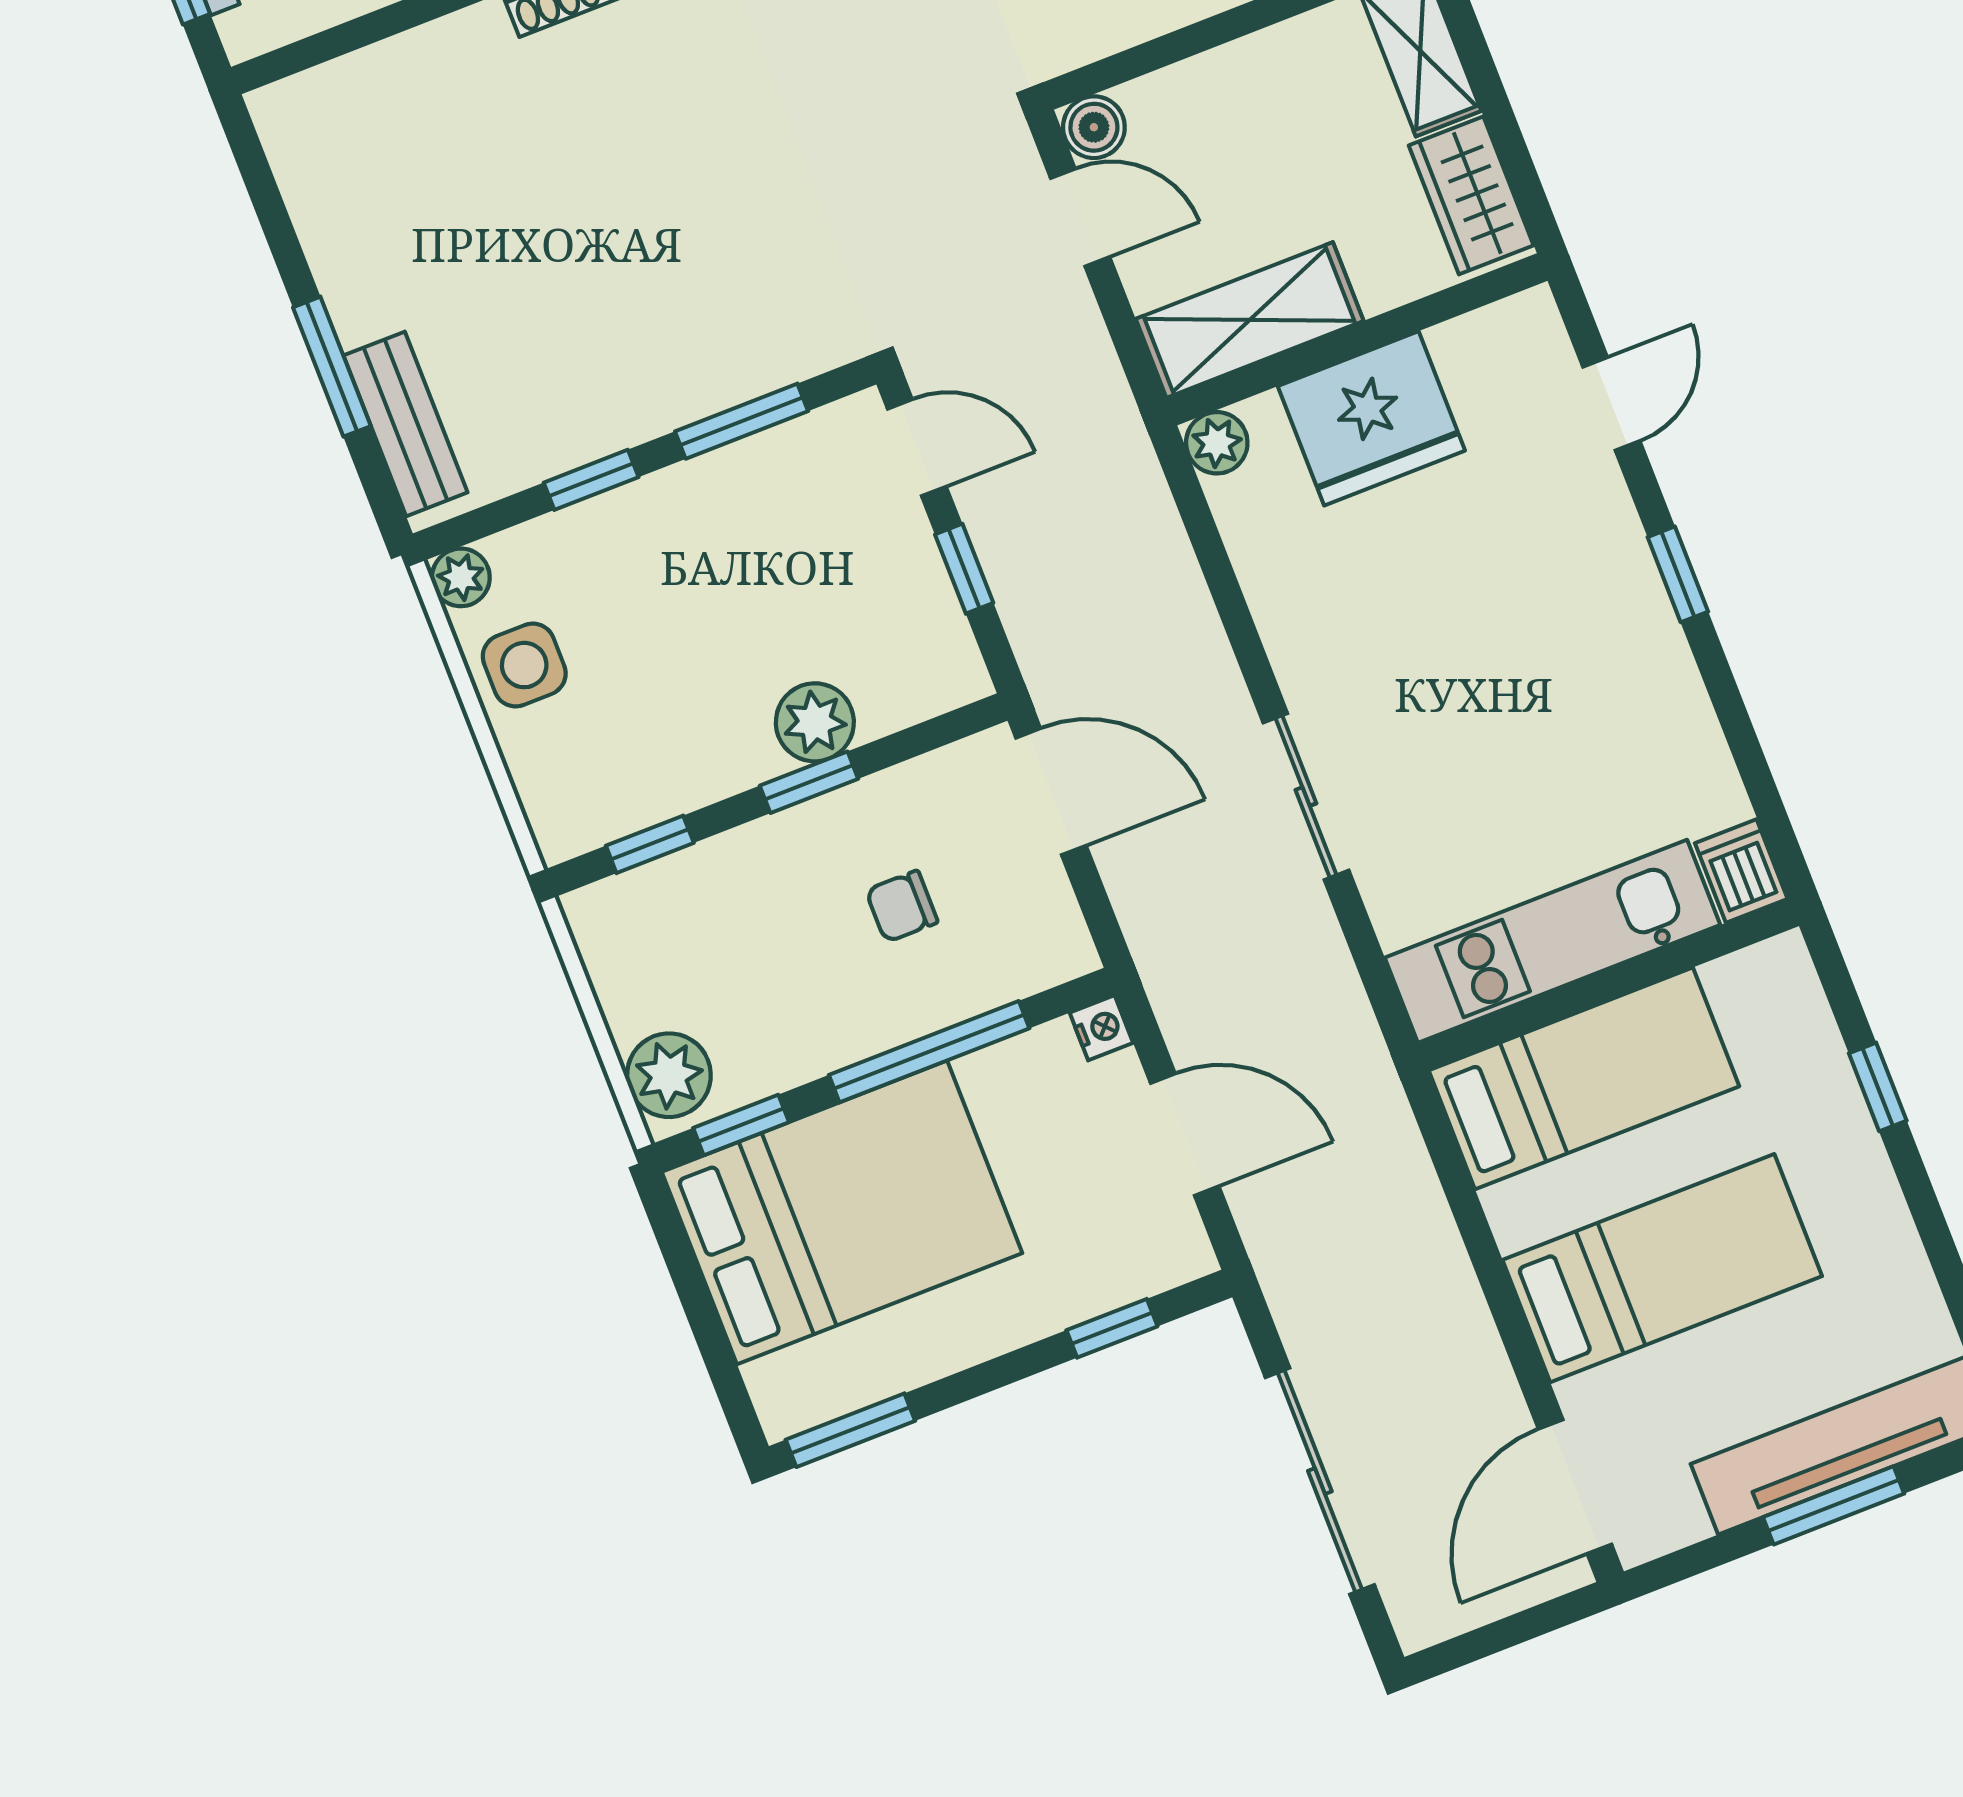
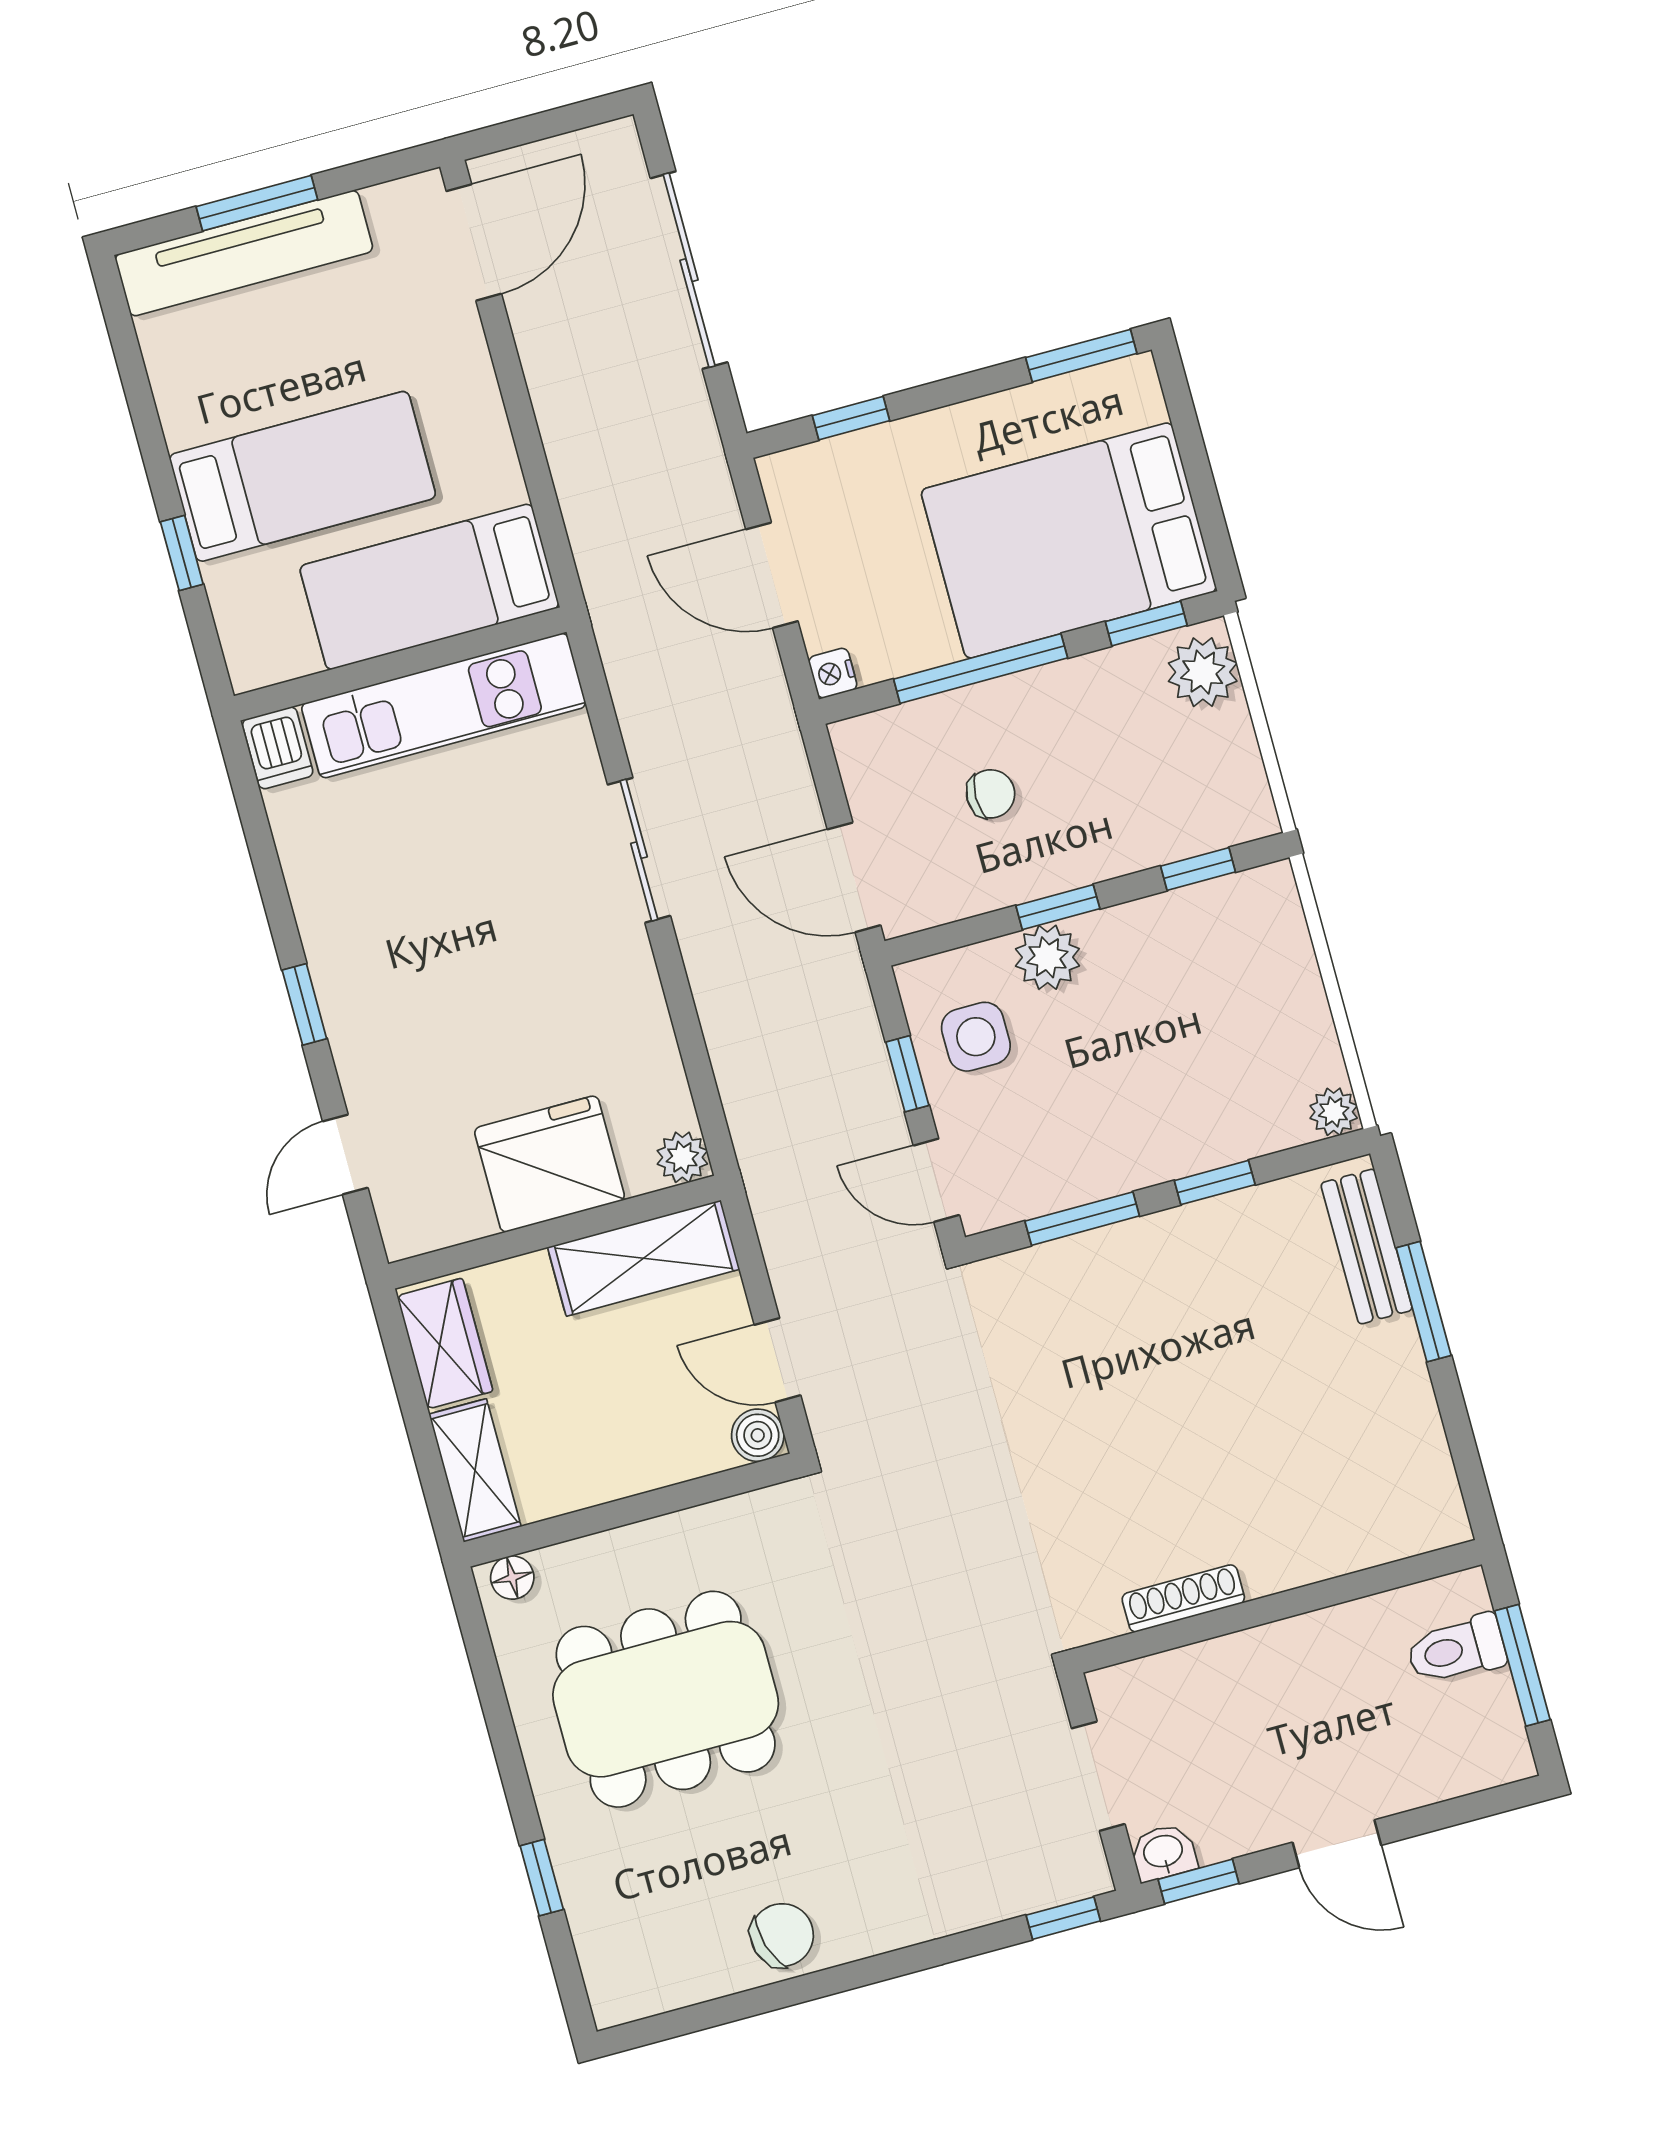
side table: (524, 665) -> (976, 1037), moved
bed: (1662, 1268) -> (303, 476), moved, turned 180

